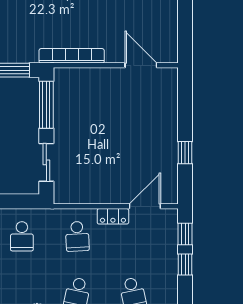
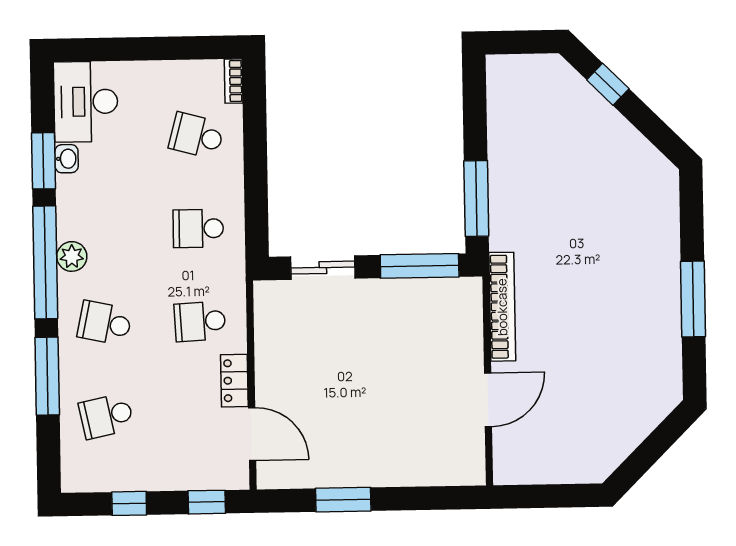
door: (141, 65) -> (488, 400), moved
window: (185, 153) -> (343, 500), width x1.50
window: (185, 264) -> (129, 503), moved

